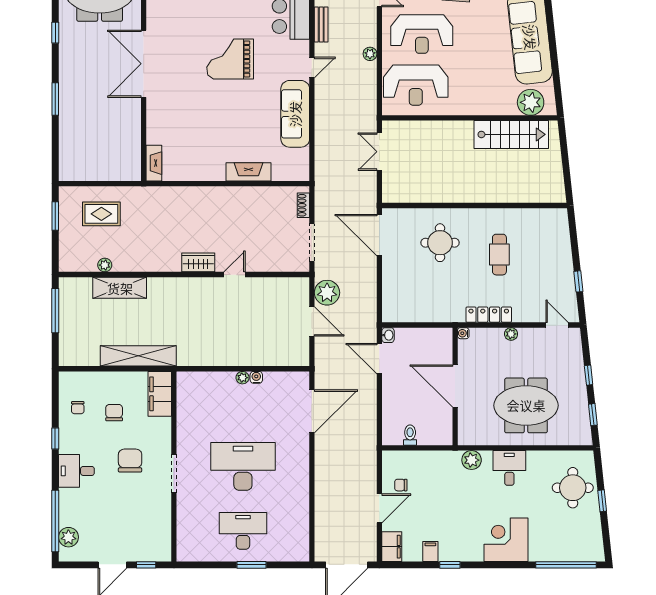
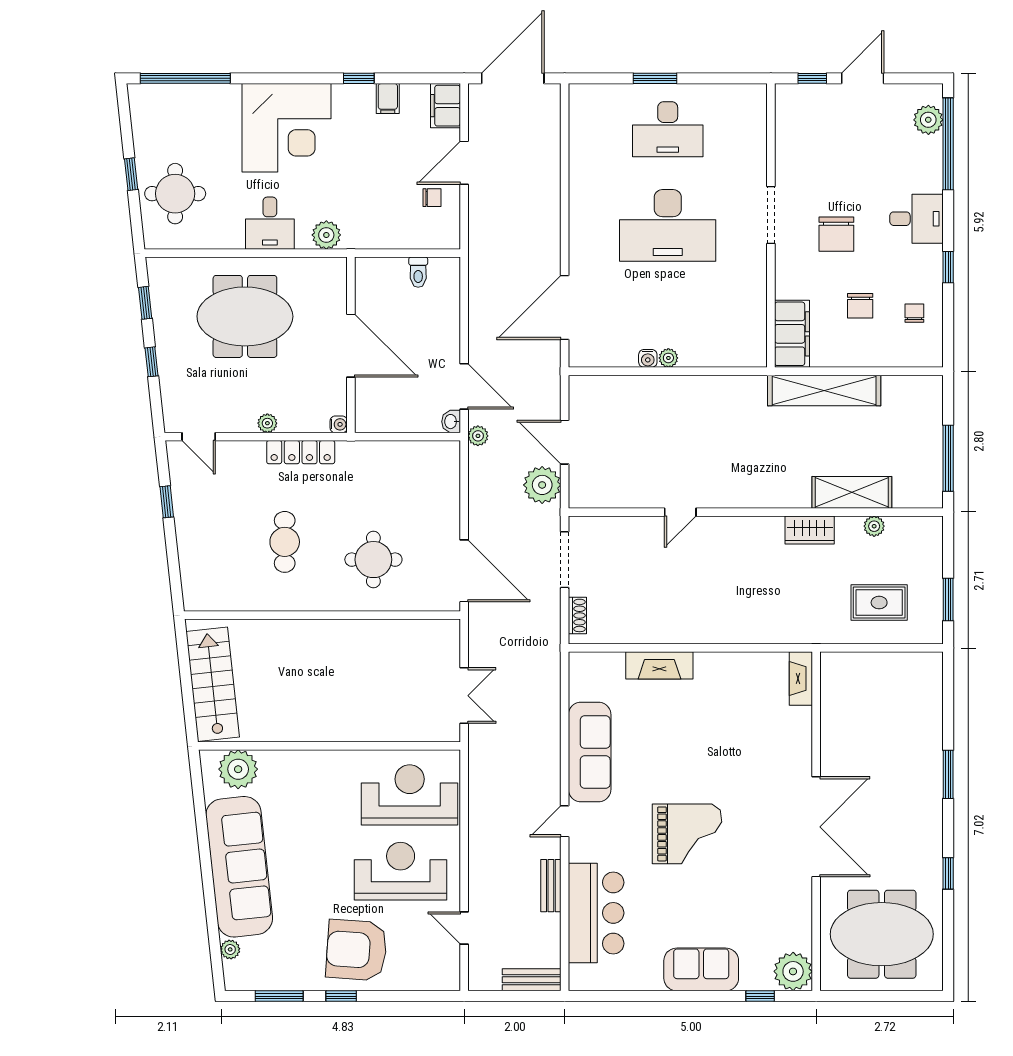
plant: (370, 54) -> (478, 436), moved
stairs: (511, 134) -> (213, 684), moved, turned 84
wardrobe: (198, 262) -> (810, 530), moved
corner desk: (506, 540) -> (286, 128), width x1.36, depth x1.36

